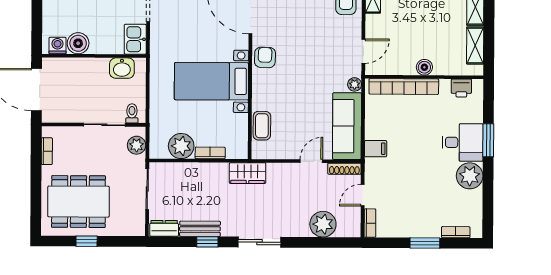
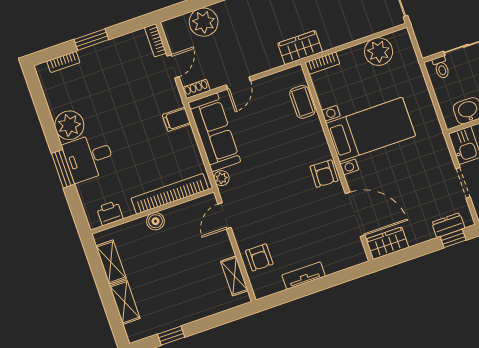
plant: (137, 145) -> (425, 36), removed
bookcase: (210, 153) -> (322, 63), moved
shoe rack: (344, 169) -> (196, 89), width x0.70

